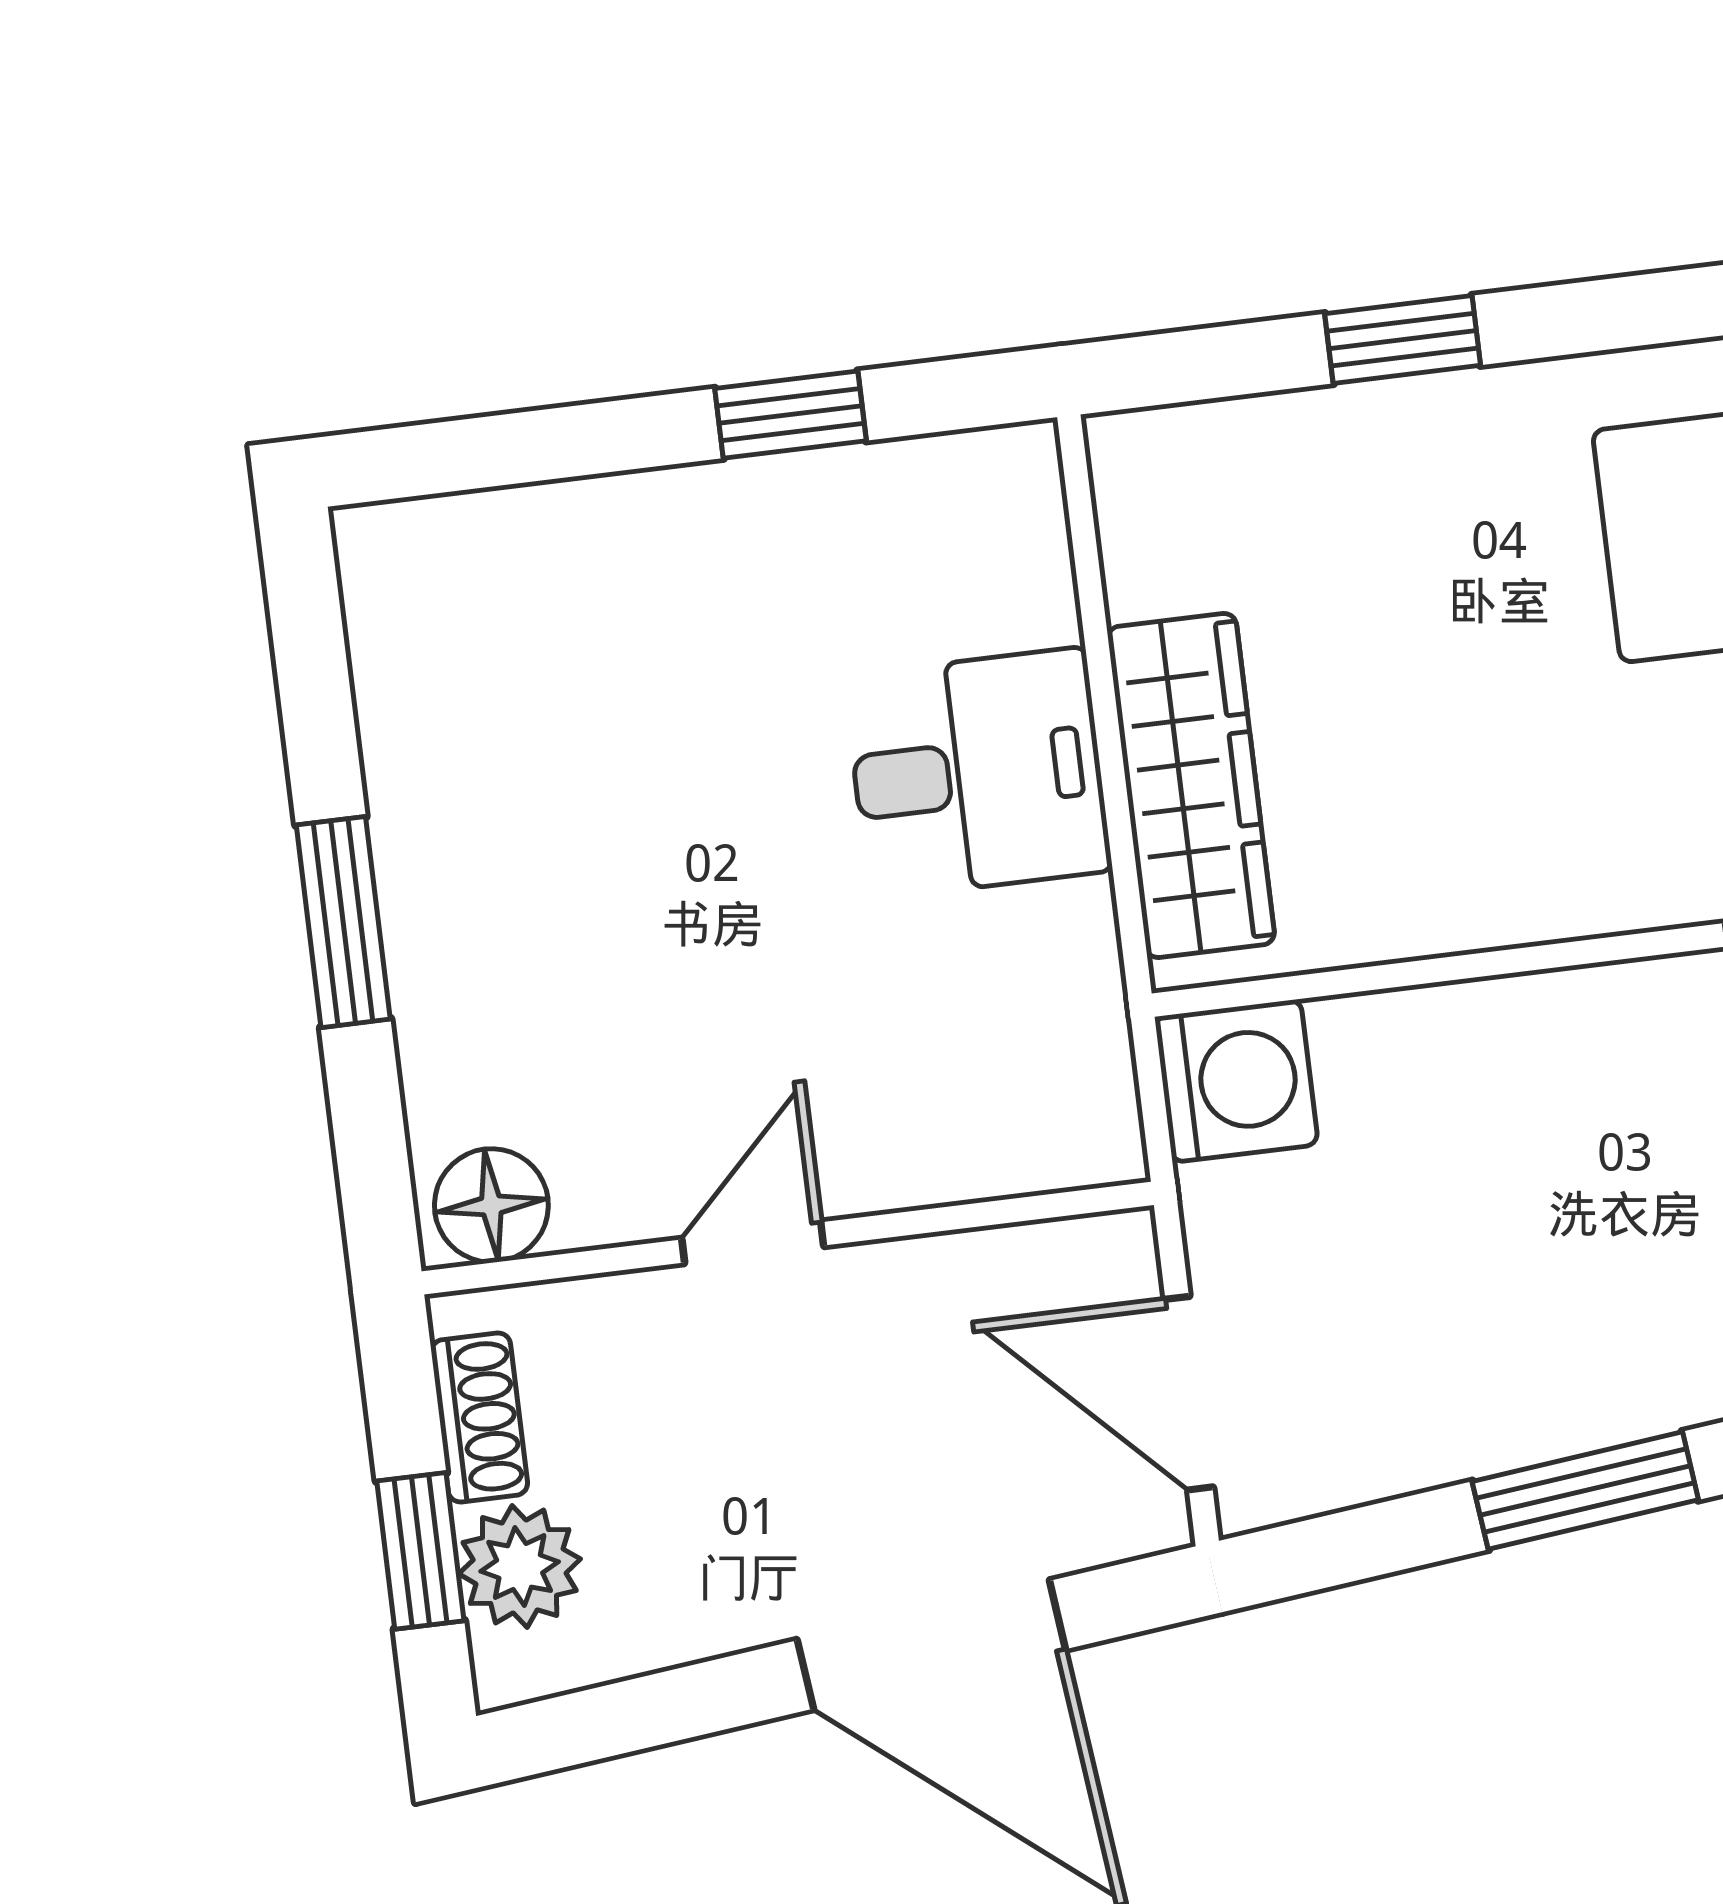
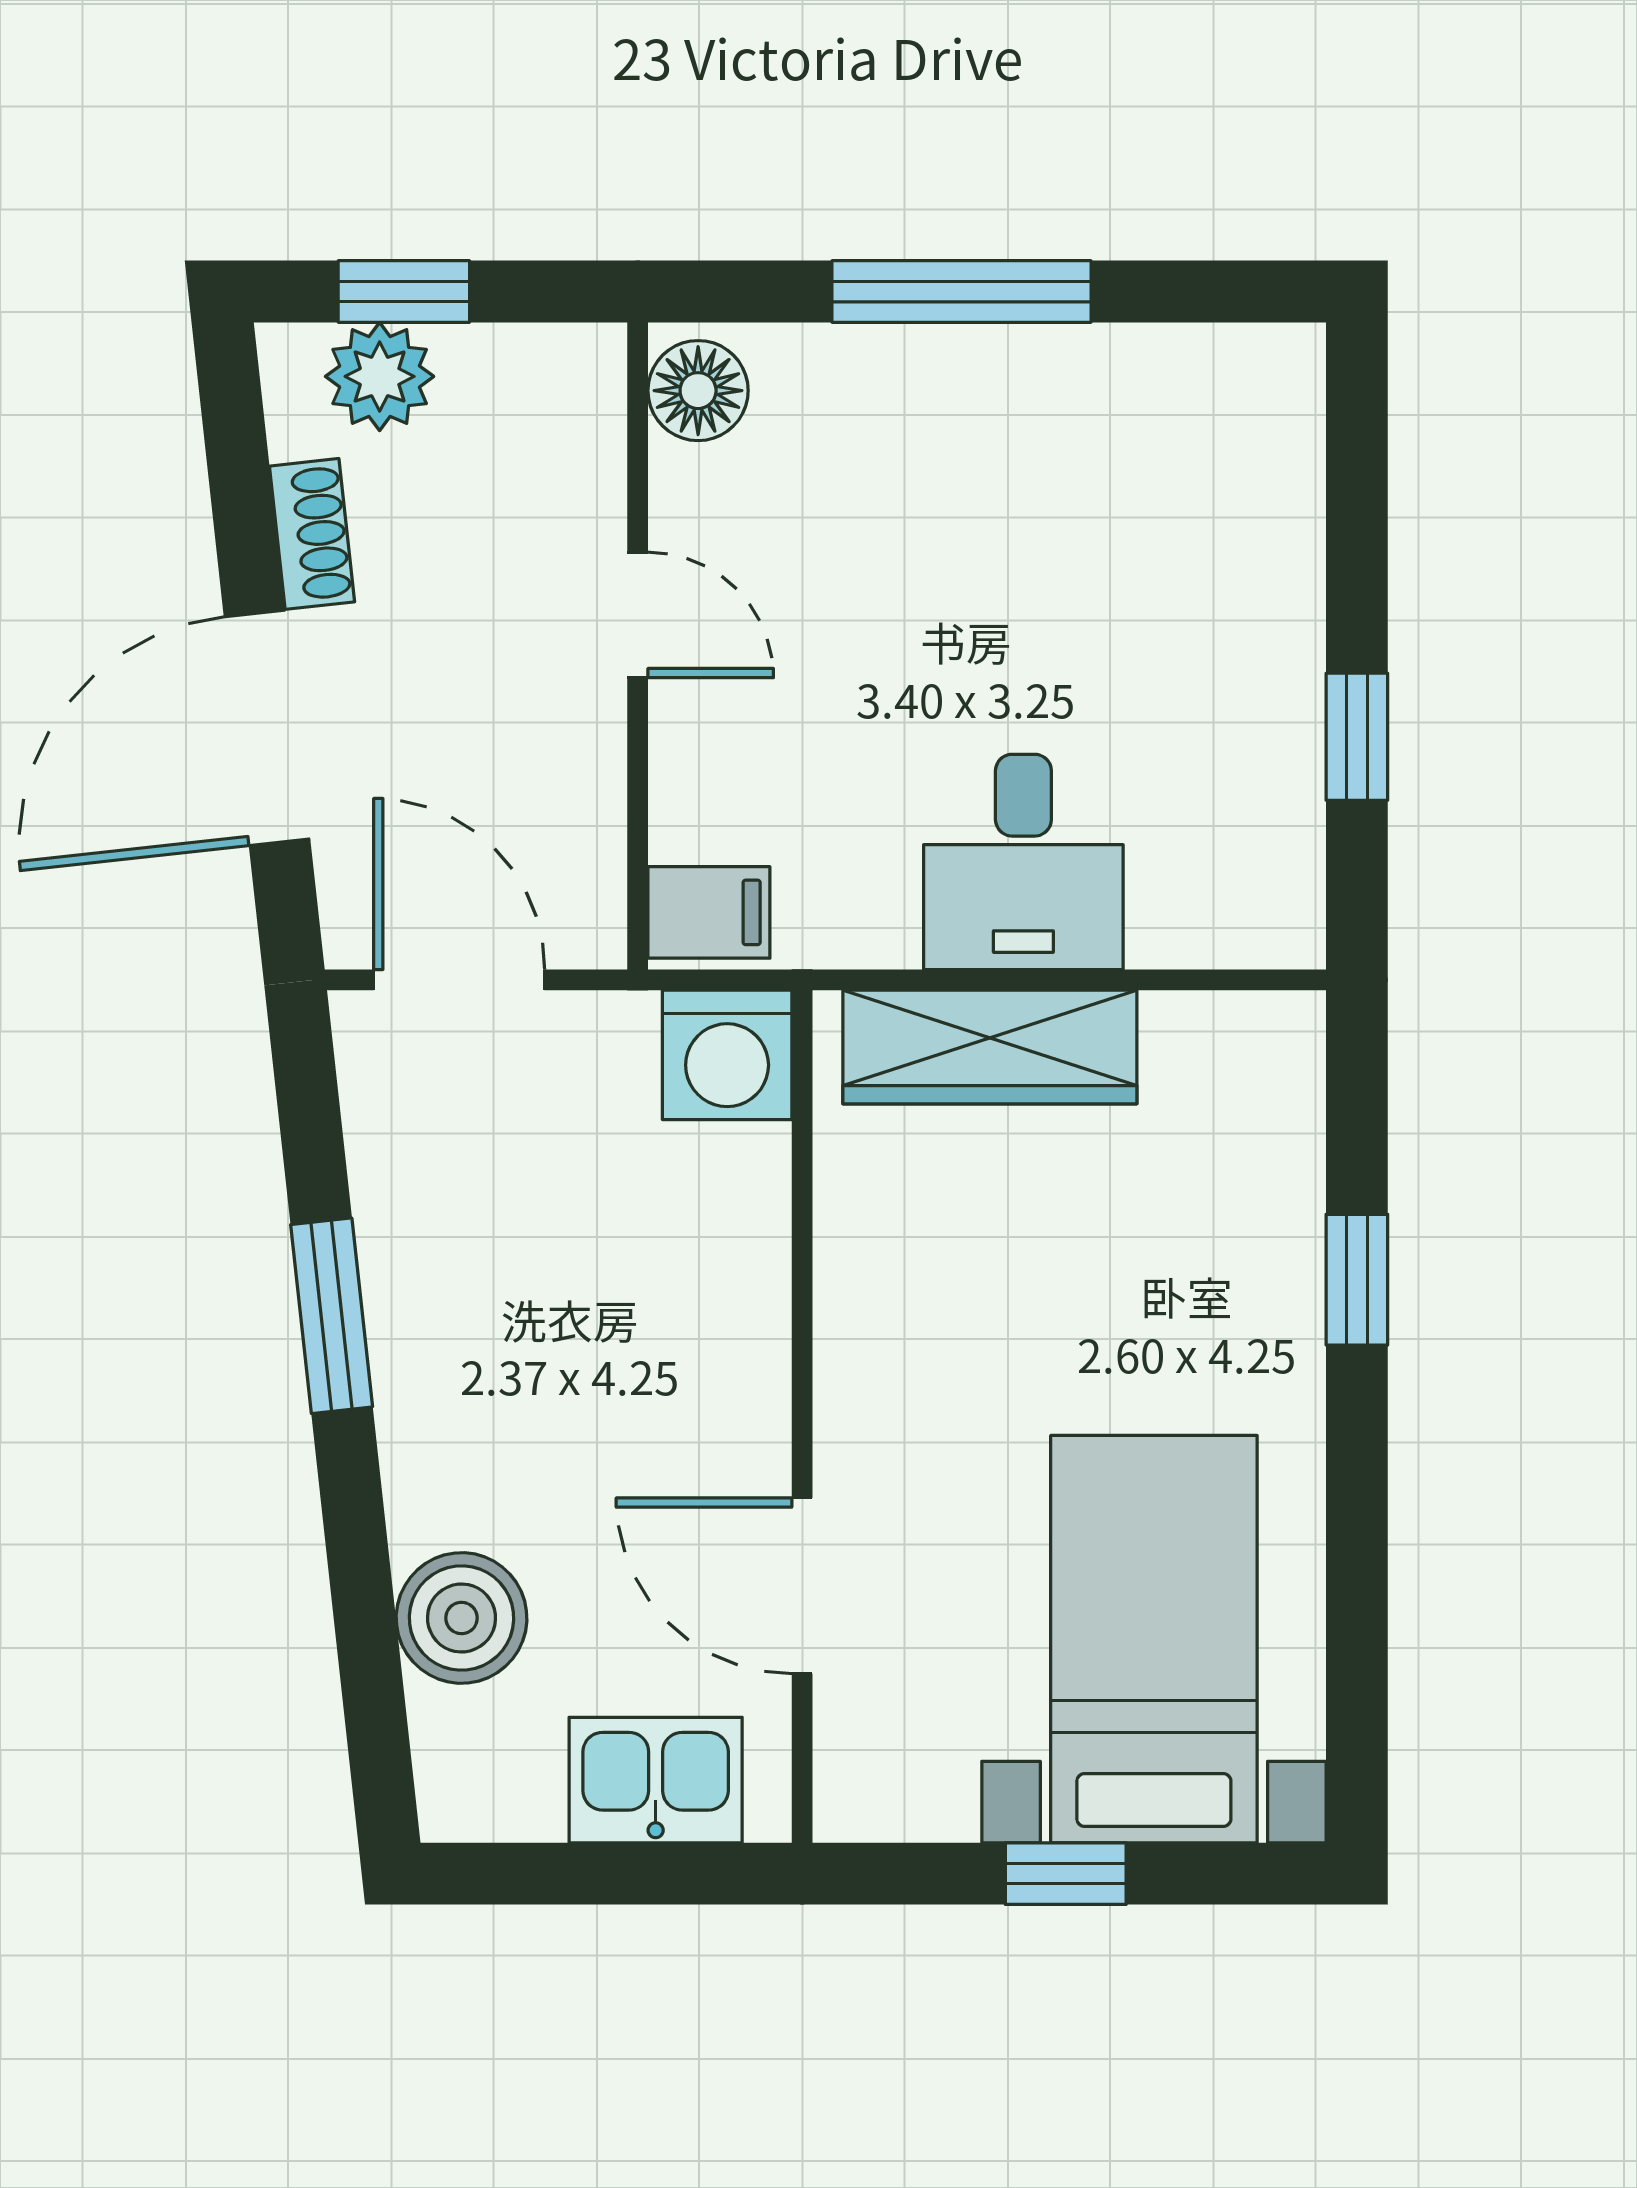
window: (343, 922) -> (962, 291), width x1.44
filing cabinet: (1078, 1121) -> (709, 912), added
door: (1189, 1393) -> (459, 980), hinge flipped
shoe rack: (479, 1417) -> (312, 534), moved, turned -96

